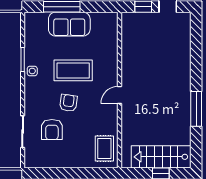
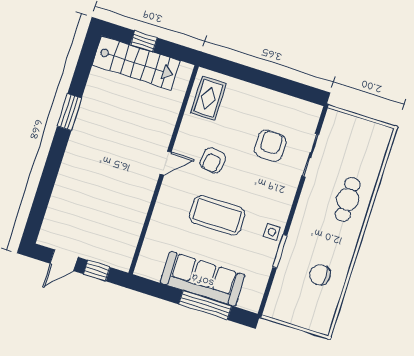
sofa: (69, 24) -> (203, 279), width x1.36
armchair: (68, 103) -> (213, 160), moved
window: (196, 109) -> (69, 112), width x0.69

